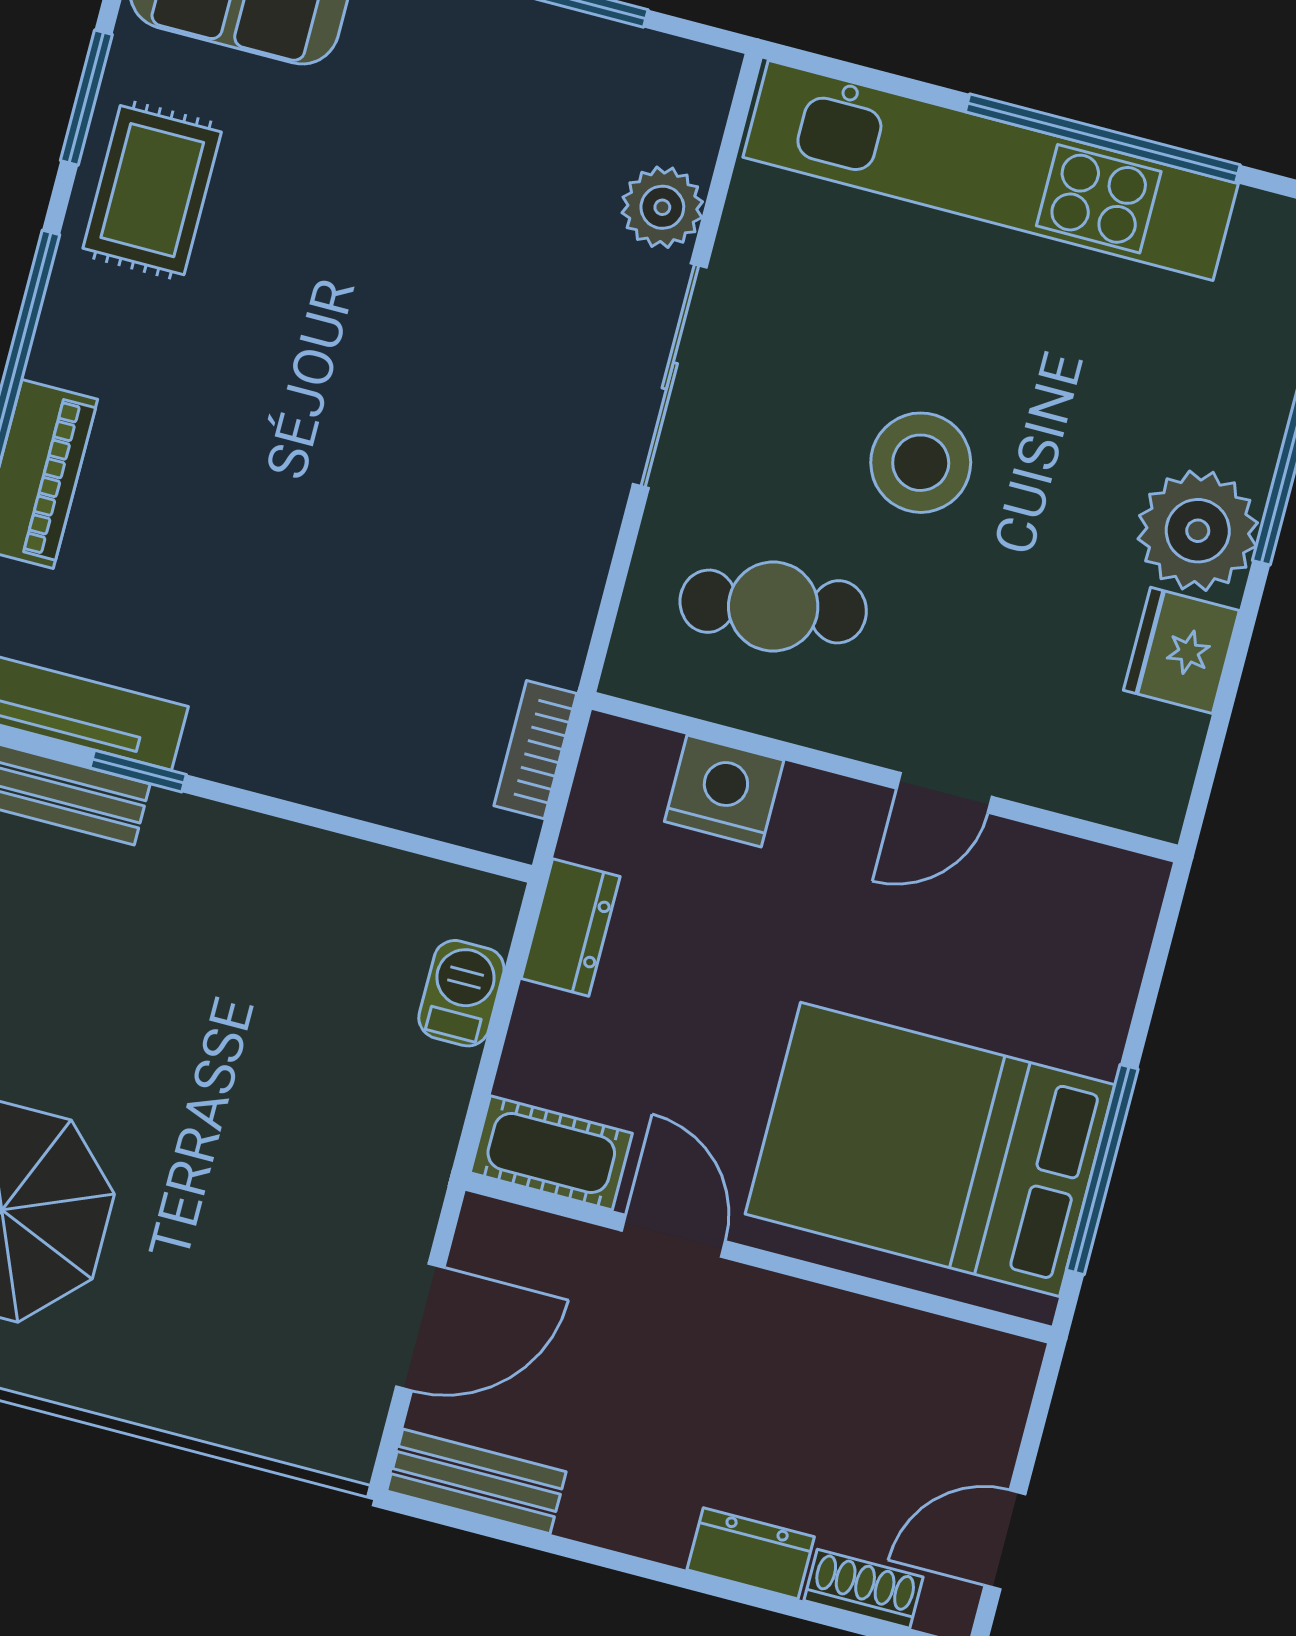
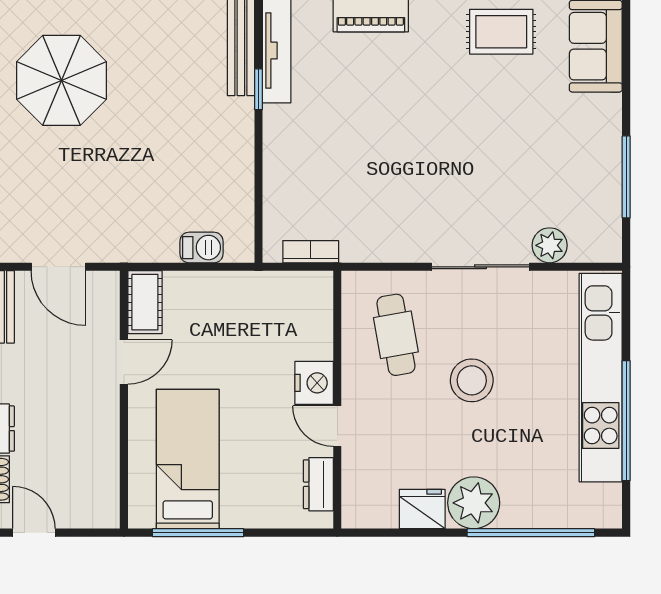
nightstand: (724, 791) -> (314, 383), moved
dresser: (571, 928) -> (318, 484), moved, turned 90
bed: (930, 1149) -> (188, 459), width x0.67

